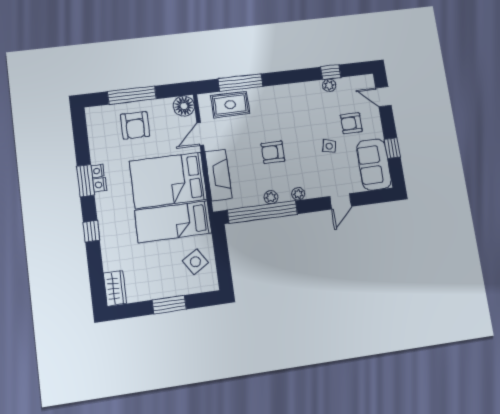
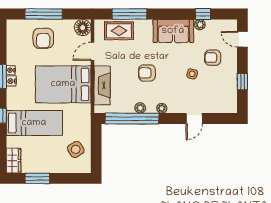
sofa: (374, 165) -> (173, 31), moved, turned -90
bed: (173, 222) -> (34, 123), moved, turned 180
window: (169, 305) -> (37, 178), moved

